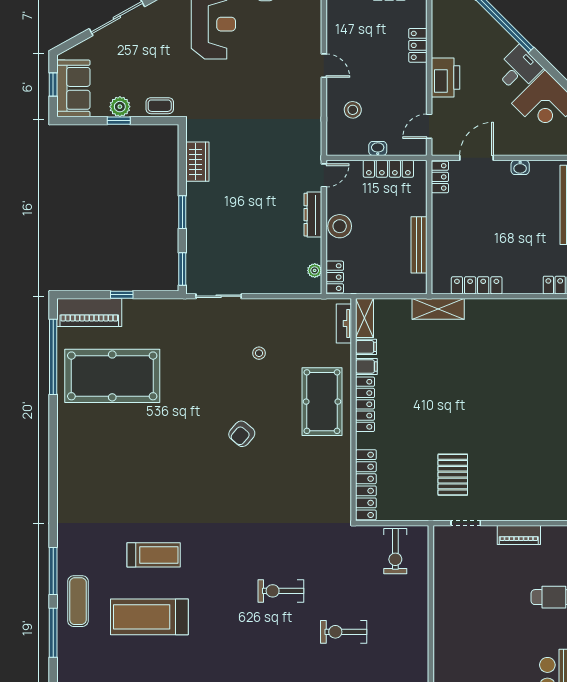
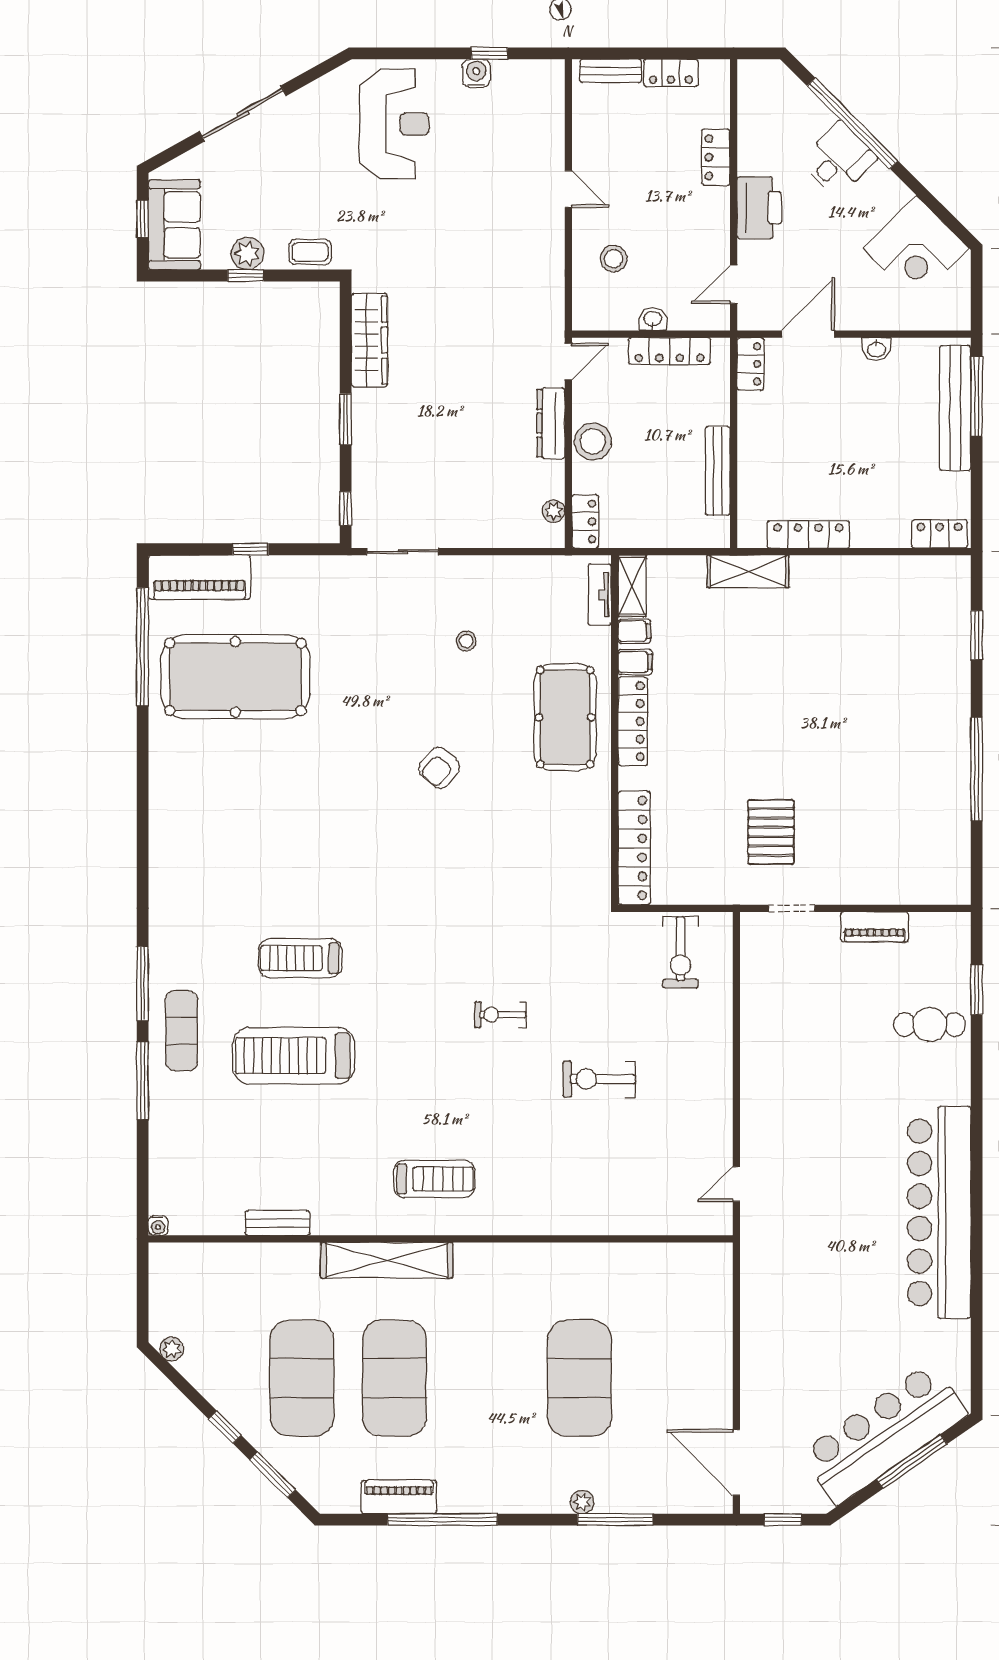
desk: (518, 69) -> (838, 159), moved
wardrobe: (197, 162) -> (369, 340), width x1.50
window: (182, 269) -> (346, 509), width x0.67
treadmill: (154, 555) -> (300, 958), turned 180
exercise bike: (281, 591) -> (500, 1015), width x0.73, depth x0.72

